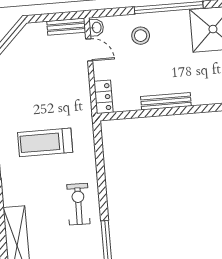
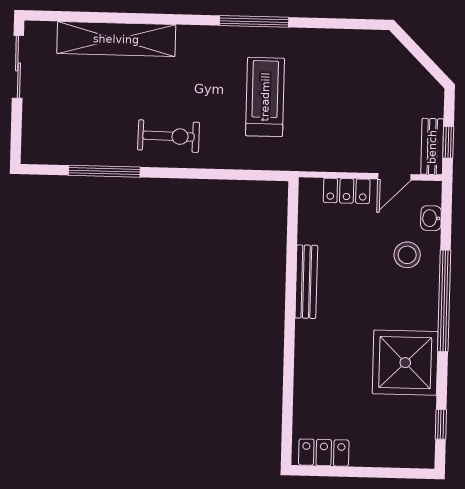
window: (62, 16) -> (448, 142), added
washbasin: (96, 27) -> (431, 218), moved, turned 90
locker: (103, 97) -> (347, 191), moved

